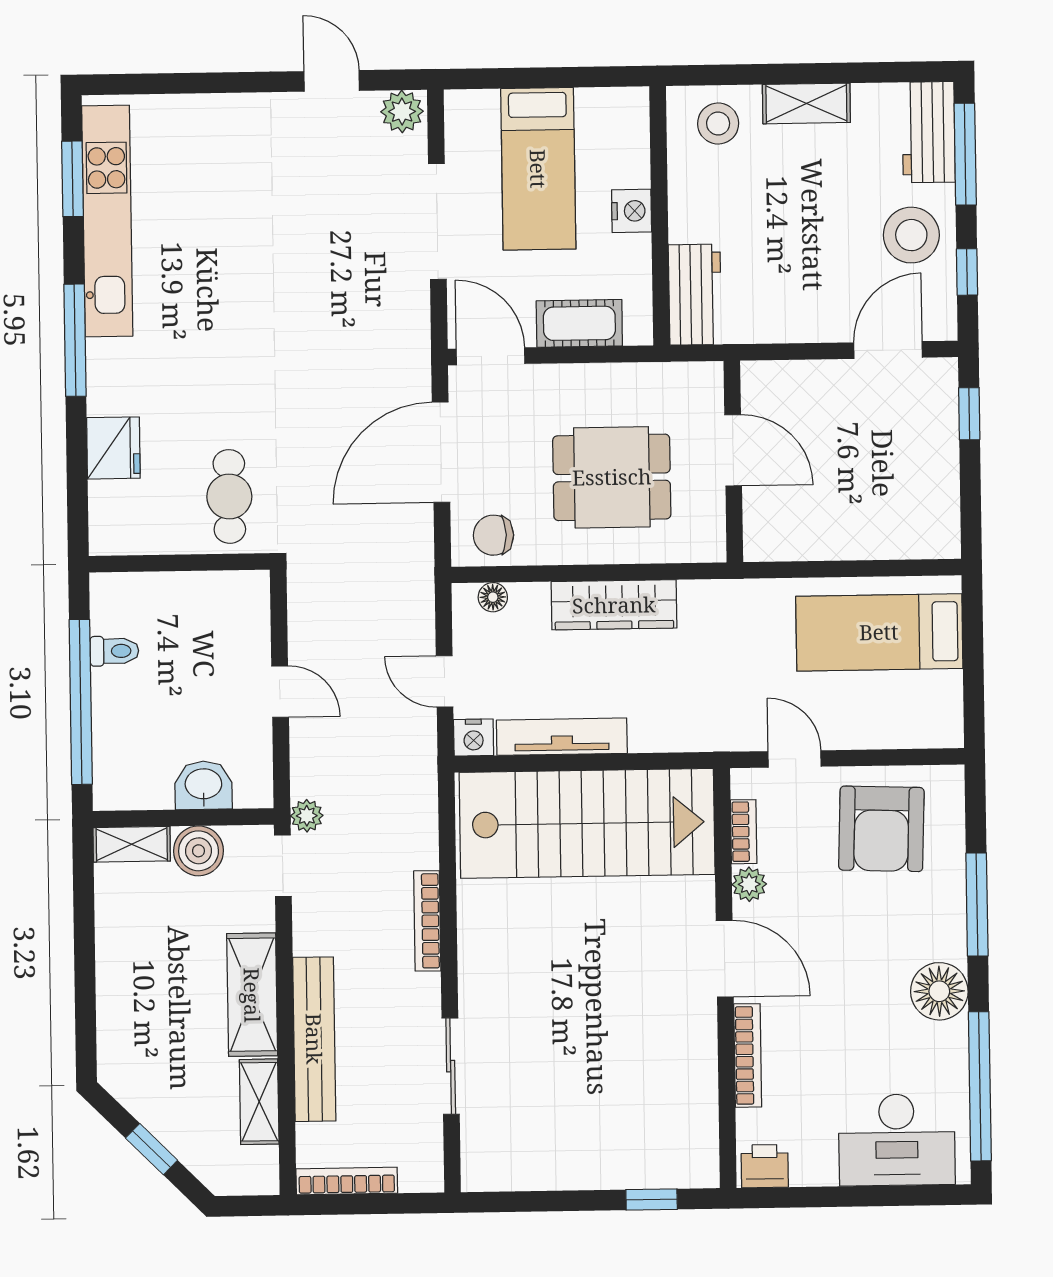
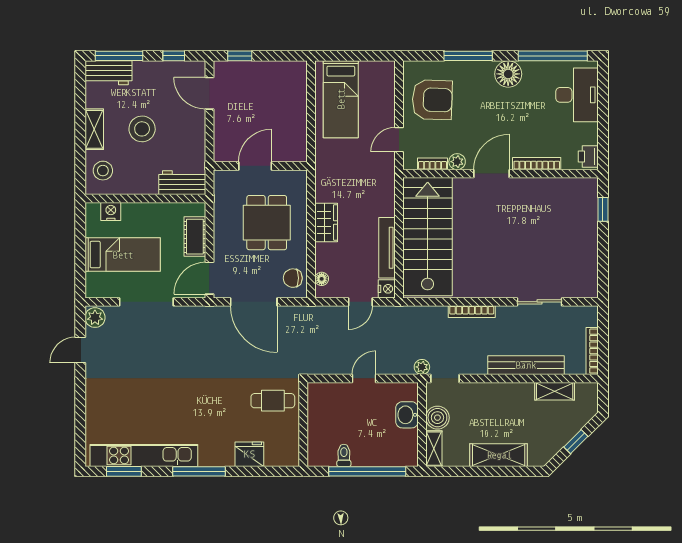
nightstand: (632, 211) -> (111, 211), moved
stool: (911, 235) -> (142, 129), moved
chair: (493, 535) -> (293, 278), turned 90
wardrobe: (614, 605) -> (326, 222), width x0.67
shelving: (252, 995) -> (499, 455), moved

